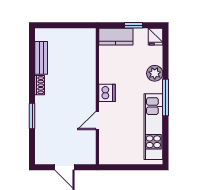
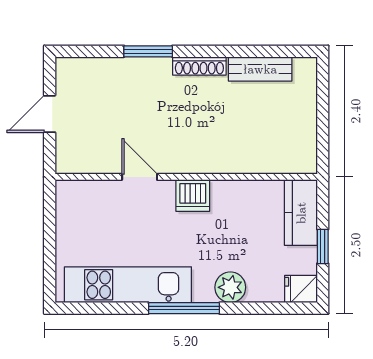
shoe rack: (40, 85) -> (199, 66), width x1.43

